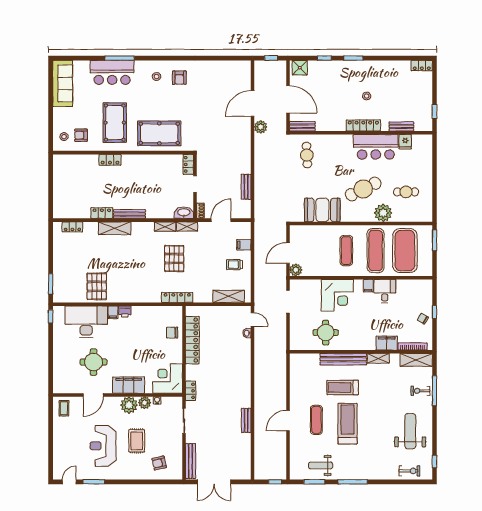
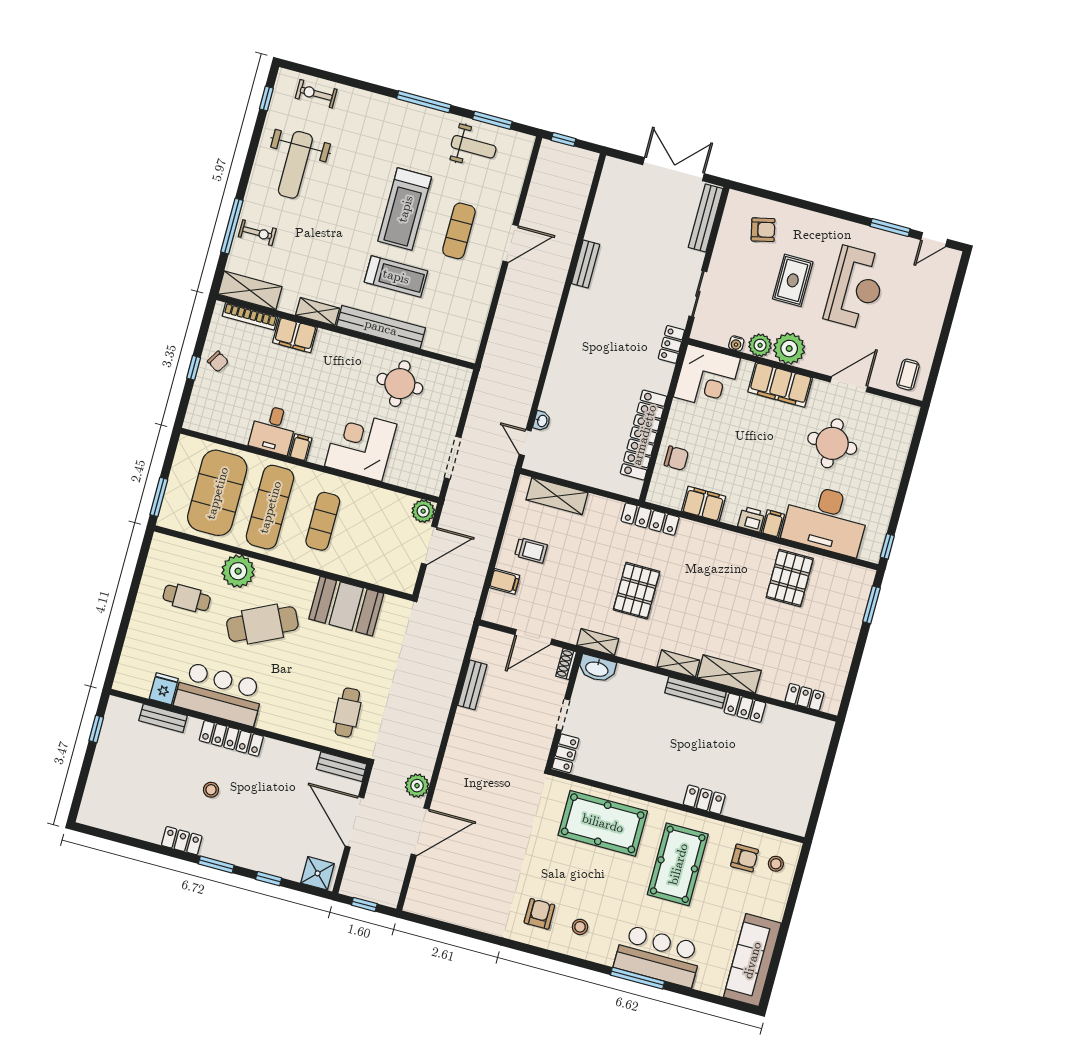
locker: (422, 66) -> (182, 841), moved
shelving: (165, 227) -> (678, 664), moved
filing cabinet: (152, 313) -> (704, 504), added

